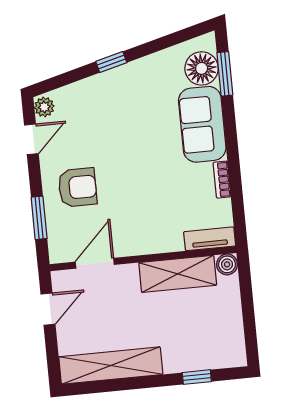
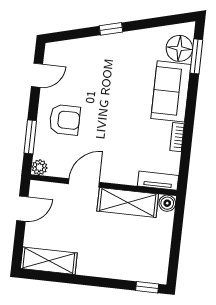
plant: (44, 107) -> (40, 167), moved
door: (95, 263) -> (84, 183), moved
shelving: (111, 366) -> (49, 261), width x0.68
window: (197, 377) -> (147, 287), moved

